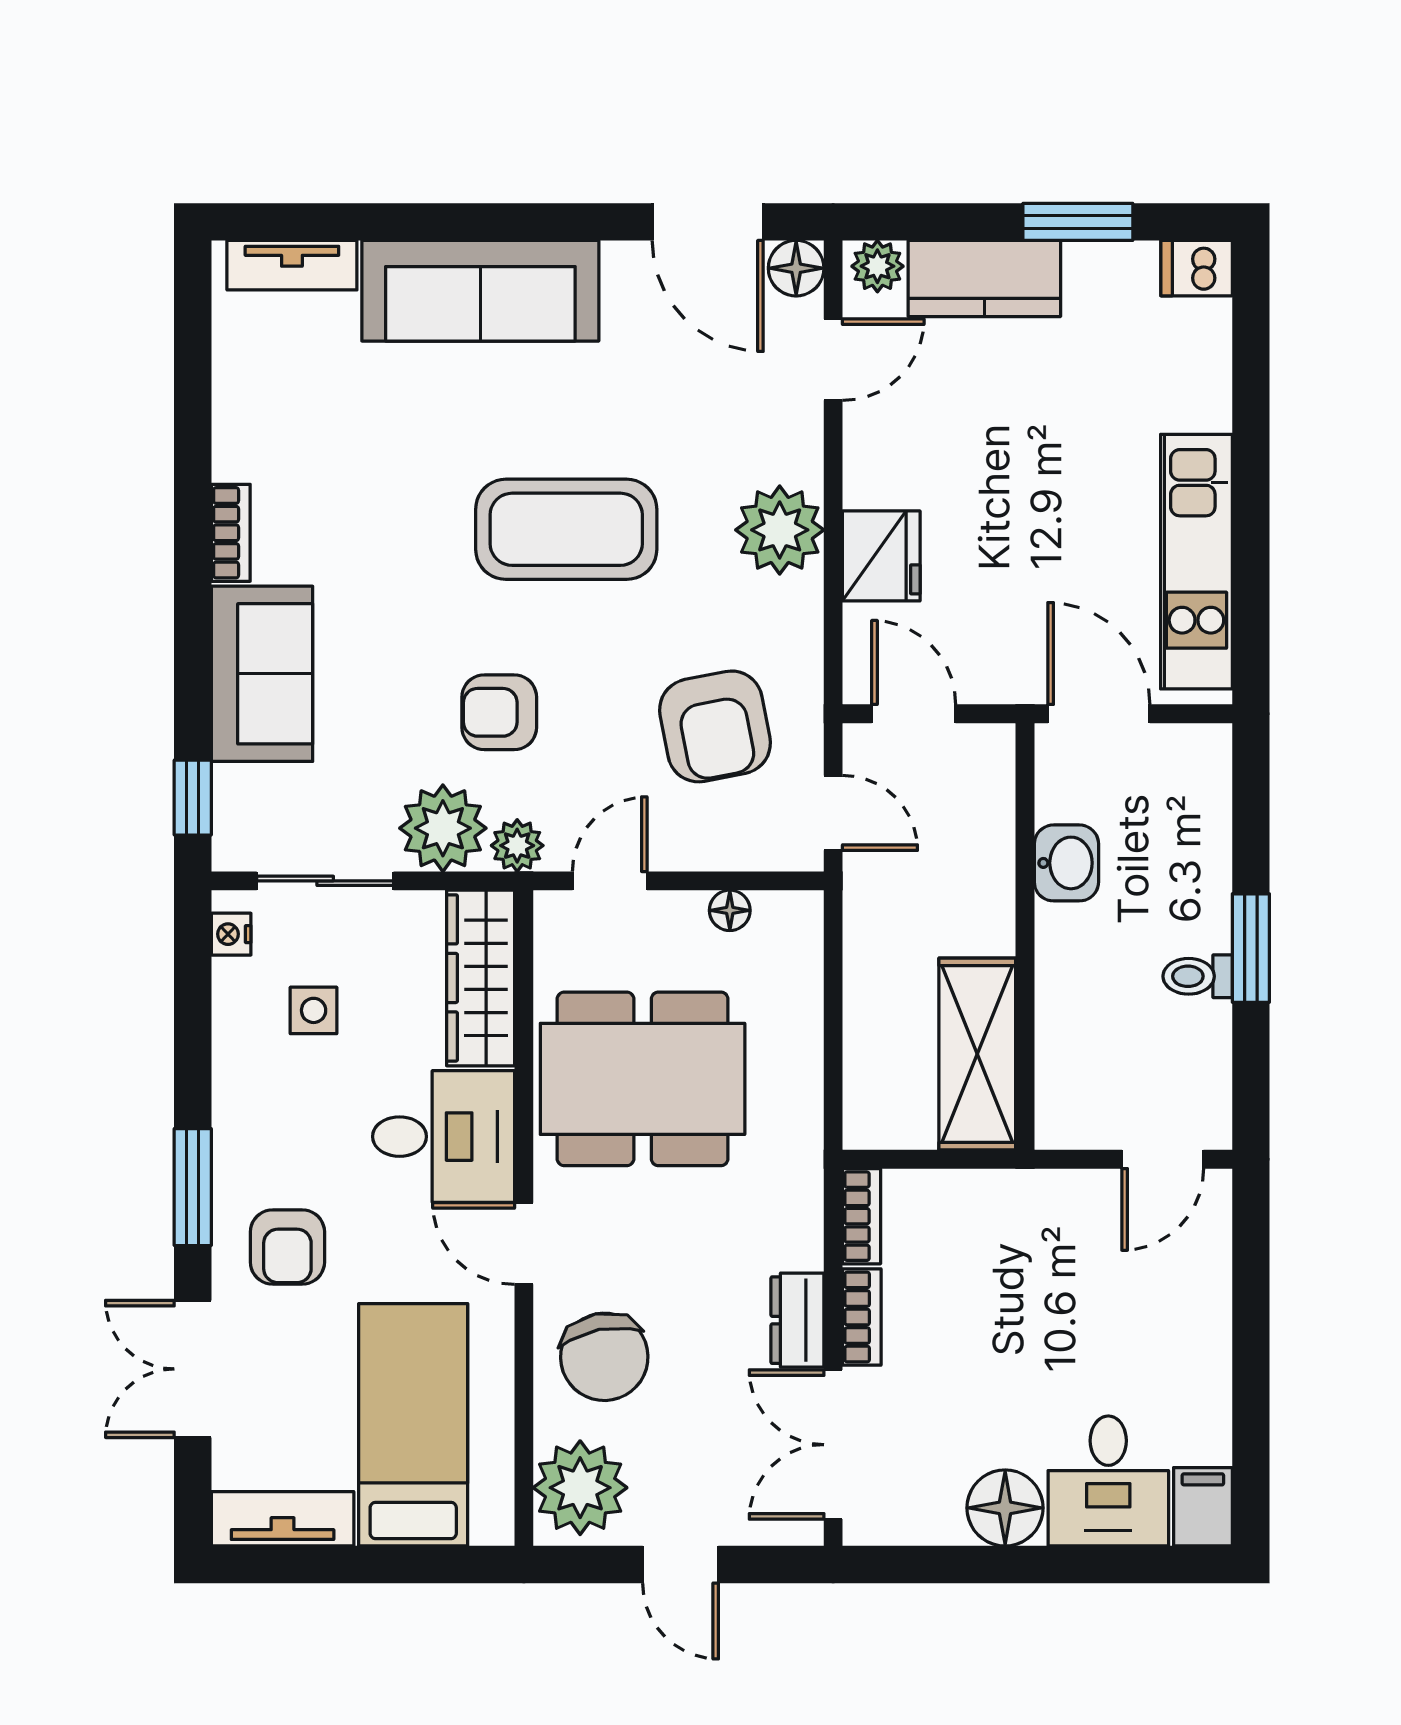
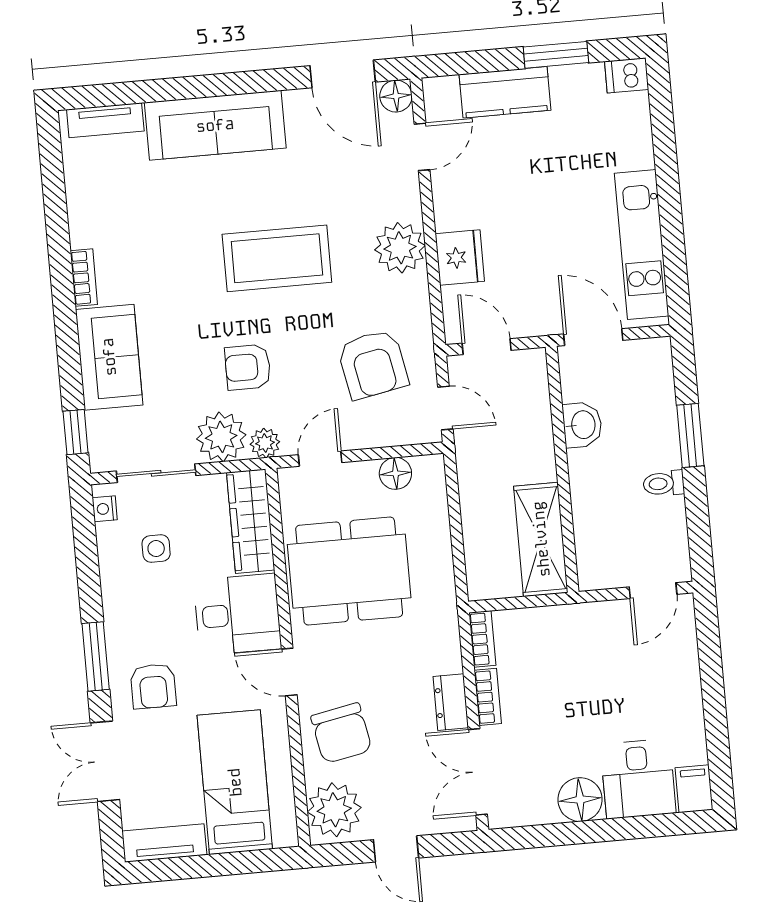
plant: (877, 266) -> (443, 91), removed
floor lamp: (730, 910) -> (395, 473), width x1.37, depth x1.37
window: (1251, 948) -> (690, 435), moved

